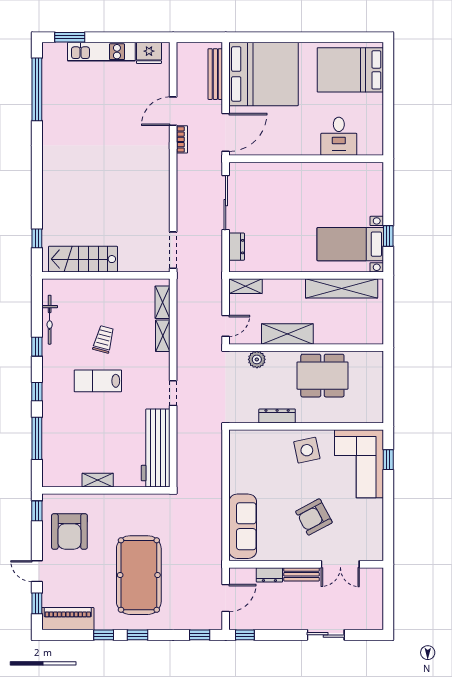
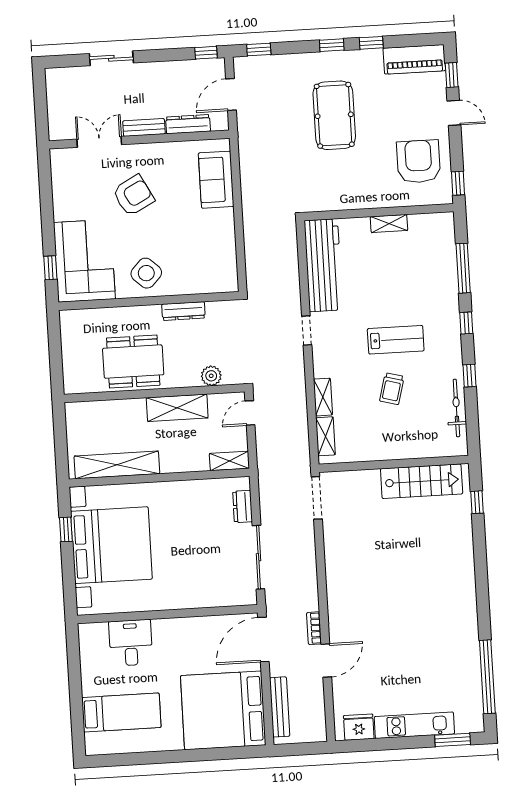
bed: (350, 70) -> (121, 712), width x0.67
bed with nightstands: (350, 244) -> (111, 545), width x1.85
side table: (307, 450) -> (146, 273), turned -35
sofa: (243, 526) -> (216, 180), width x0.73
pool table: (139, 575) -> (334, 115), width x0.73, depth x0.76
dresser: (269, 575) -> (188, 124), width x1.44

